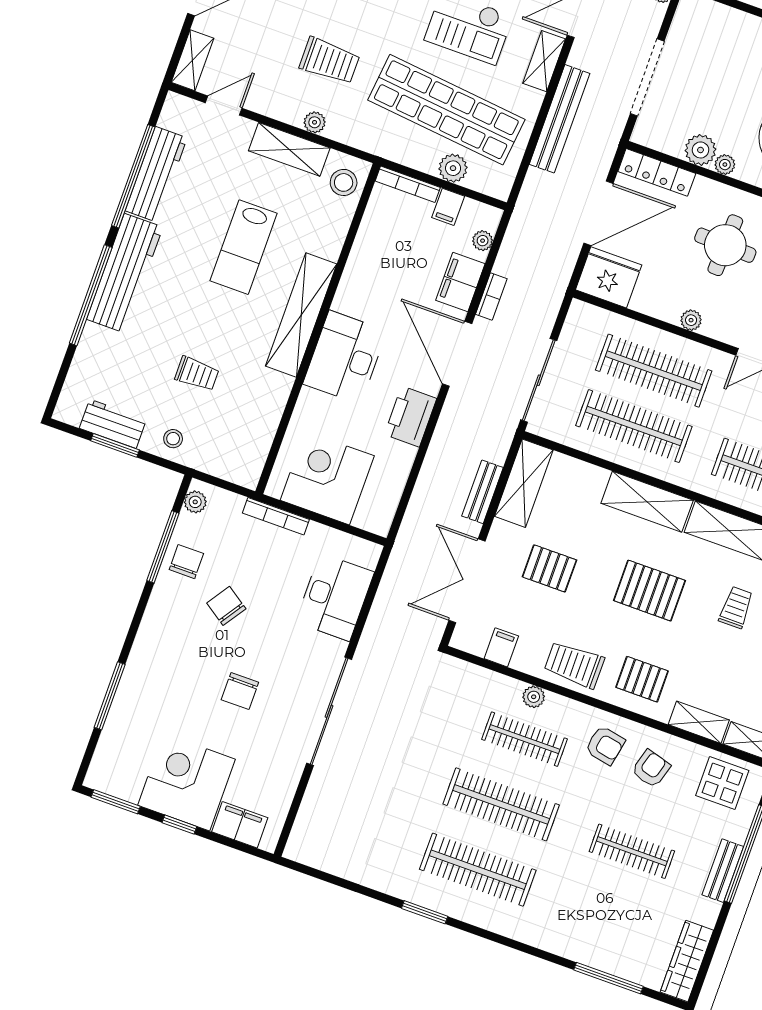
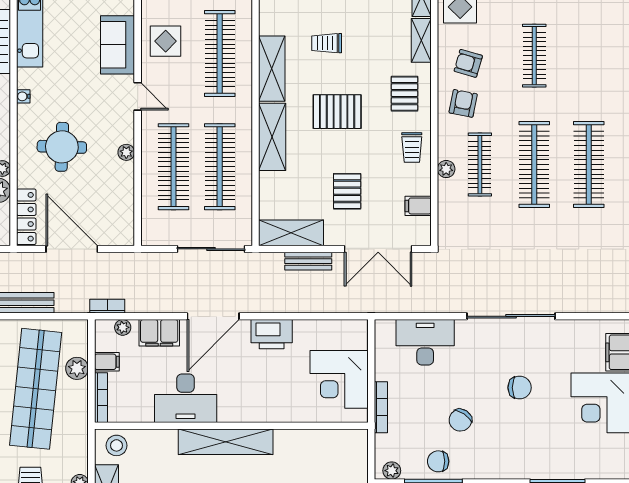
fridge: (609, 277) -> (117, 225), removed
bookcase: (491, 296) -> (107, 306), moved
desk: (345, 357) -> (186, 398), moved
pallet: (649, 591) -> (337, 112), turned 90
trolley: (574, 665) -> (412, 148), width x0.73, depth x0.72

